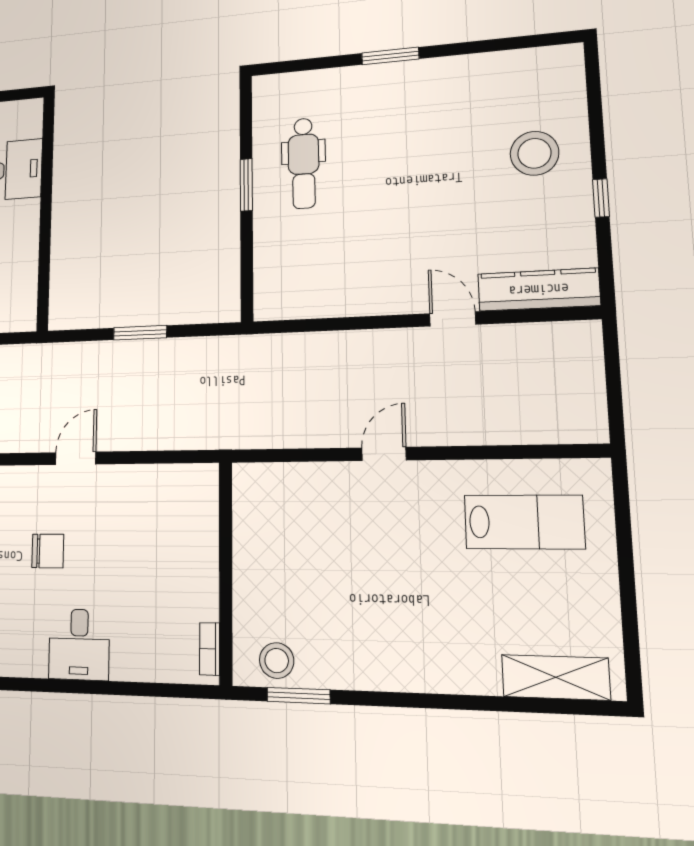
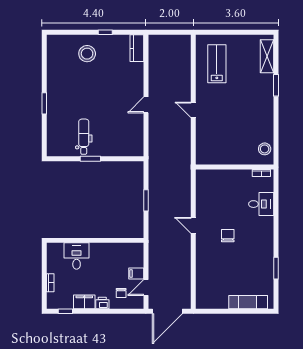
dental chair: (304, 163) -> (84, 137), turned -90
kitchen counter: (539, 290) -> (137, 48), width x0.67
door: (453, 319) -> (146, 105), moved
desk: (79, 644) -> (261, 204), moved
window: (299, 696) -> (276, 85), moved

